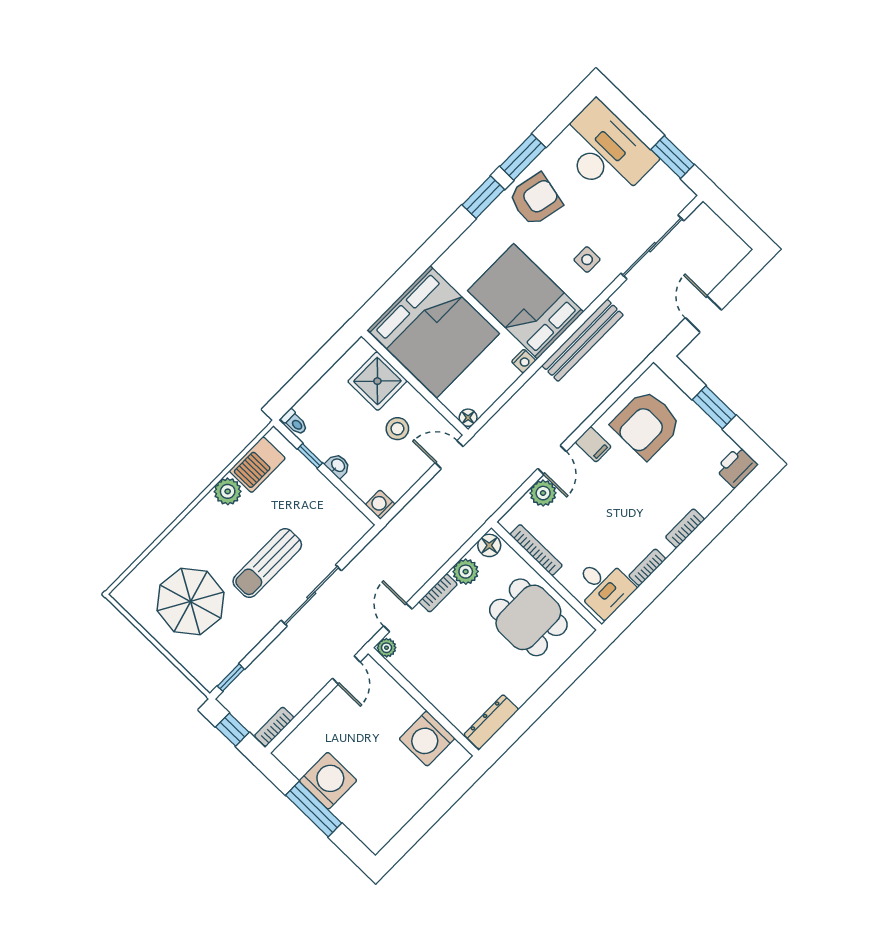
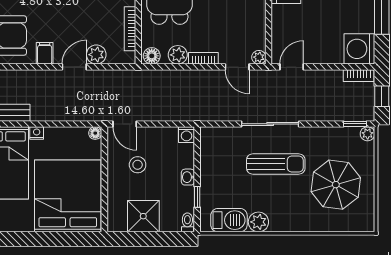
shower: (377, 381) -> (143, 216), moved
door: (398, 617) -> (237, 67), hinge flipped
plant: (210, 680) -> (368, 134), added
washing machine: (328, 781) -> (359, 49), moved

